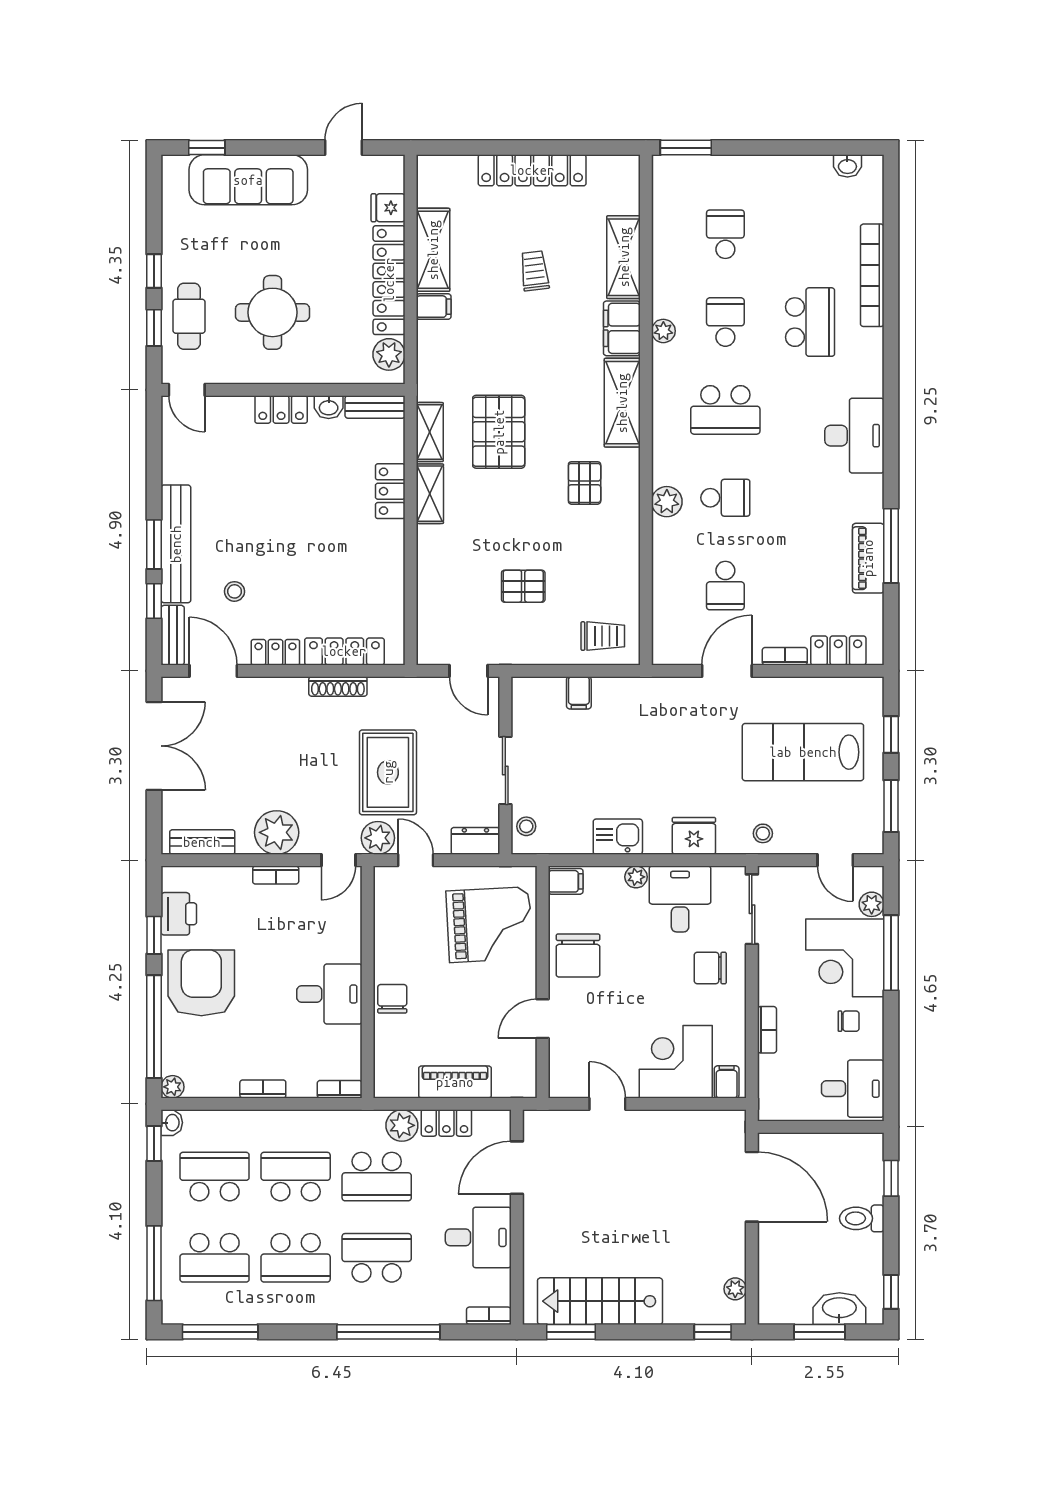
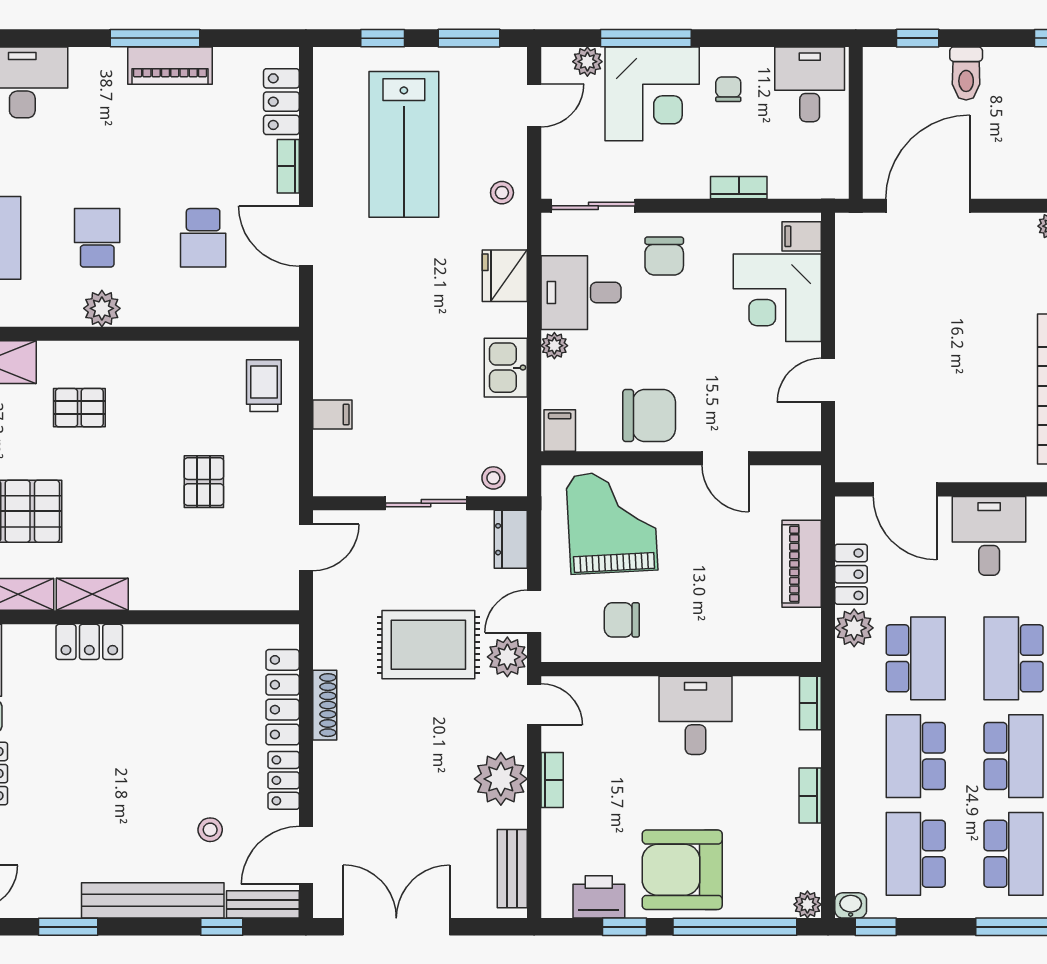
window: (154, 544) -> (68, 927), moved
school desk: (725, 586) -> (203, 238), turned 90
chair: (392, 999) -> (622, 620), moved

